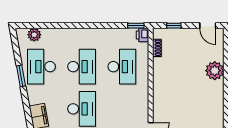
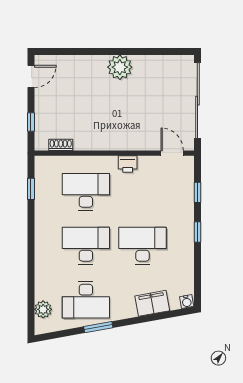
window: (136, 26) -> (31, 189), moved
printer: (143, 35) -> (128, 164), moved
plant: (215, 71) -> (120, 67), moved

